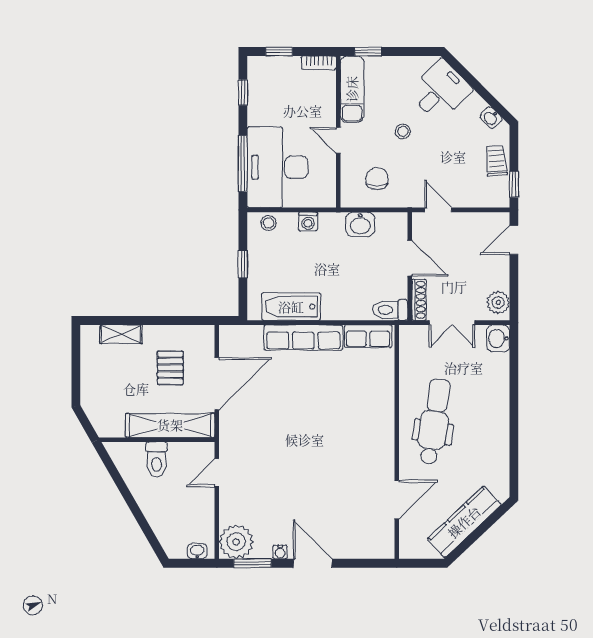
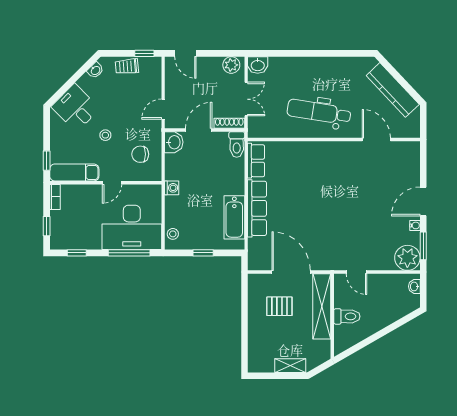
washing machine: (308, 221) -> (172, 188), moved
washbasin: (360, 224) -> (174, 142), moved
shelving: (121, 334) -> (290, 366), moved, turned 90

